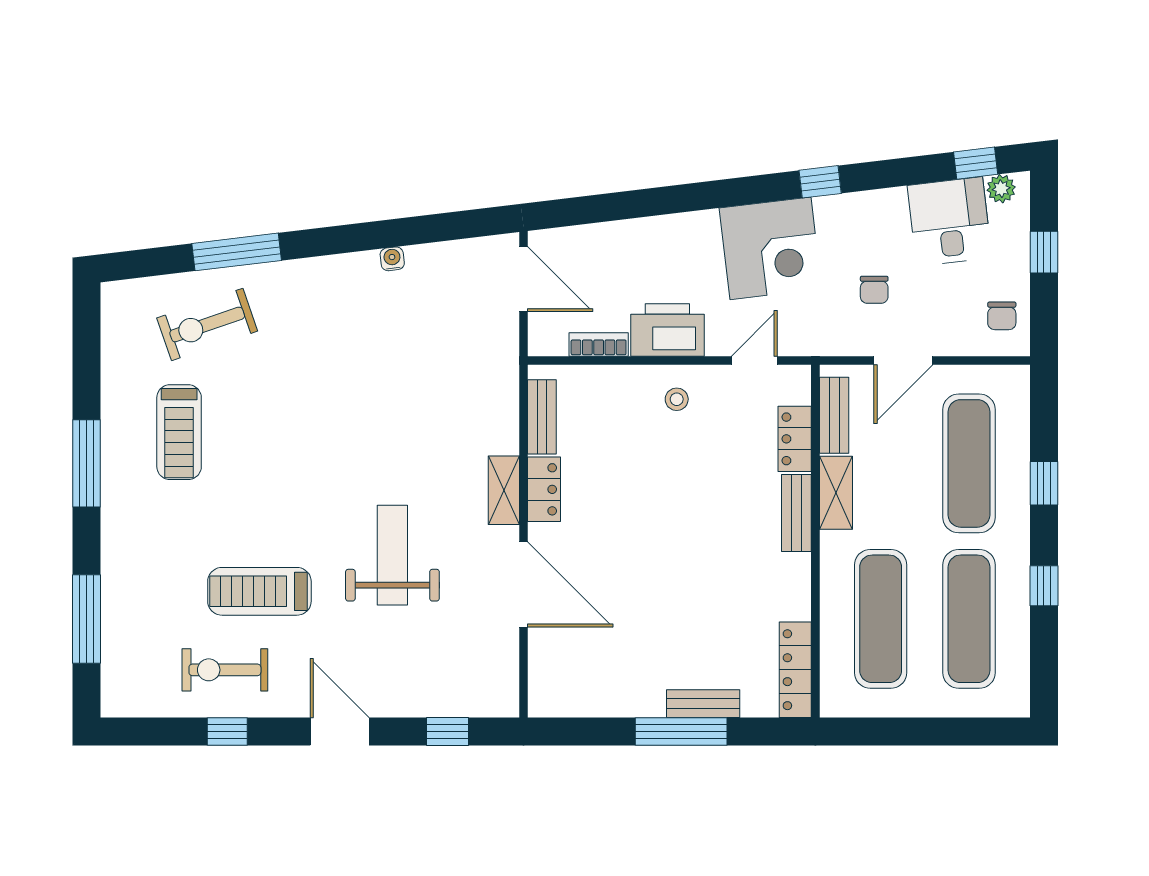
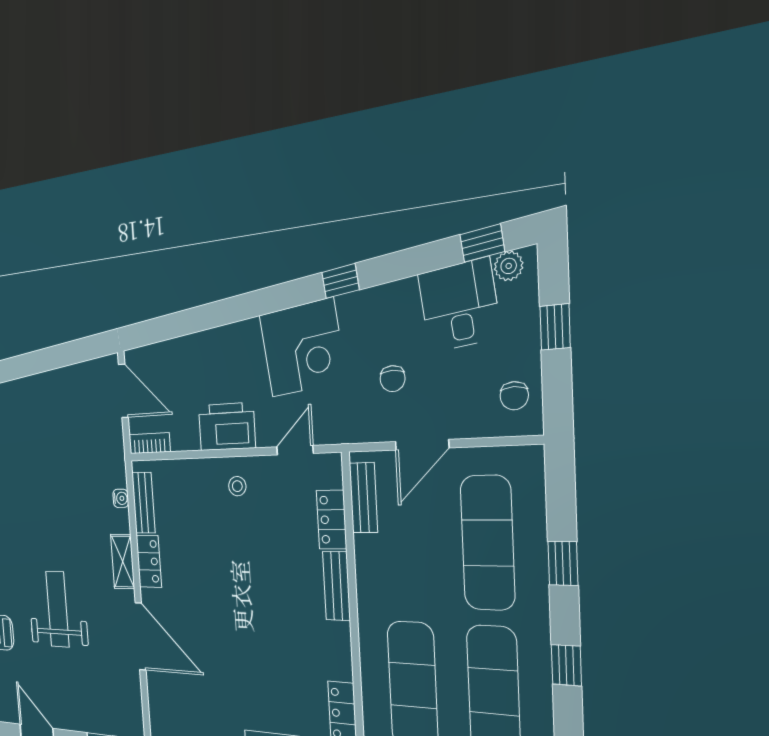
water cooler: (392, 259) -> (121, 498), moved, turned 97
bookcase: (599, 345) -> (150, 443), moved
shelving: (836, 493) -> (369, 569), removed

